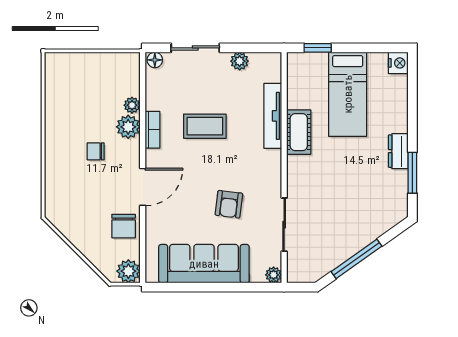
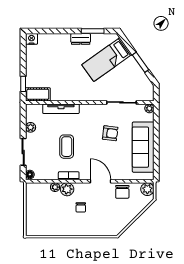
bed: (348, 94) -> (107, 60), moved, turned 145
cot: (299, 132) -> (38, 94), moved
chair: (124, 226) -> (122, 192), turned 90
window: (356, 259) -> (141, 62), width x0.69

